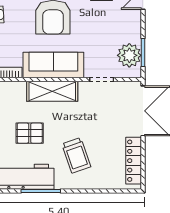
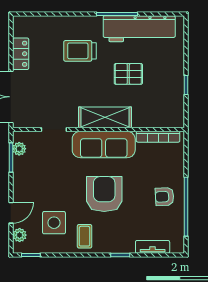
plant: (129, 55) -> (19, 149), width x0.53, depth x0.53
trolley: (76, 155) -> (80, 51), turned -71
locker: (134, 161) -> (21, 54), width x0.66

